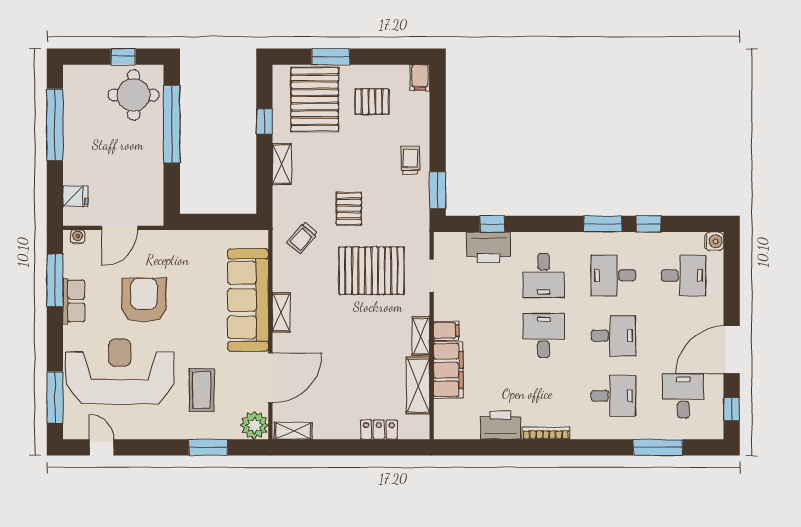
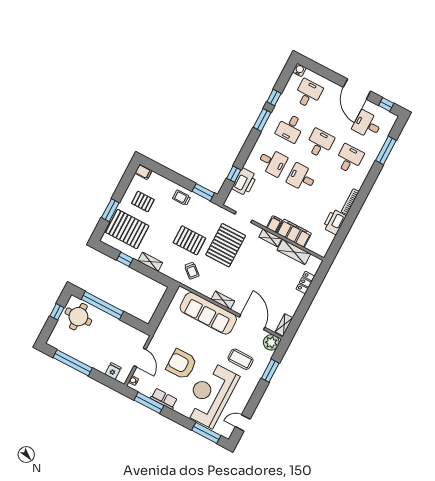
pallet: (372, 102) -> (143, 202), turned 90
pallet: (349, 209) -> (189, 240), width x1.50, depth x1.42

